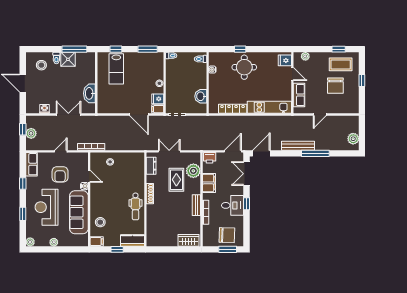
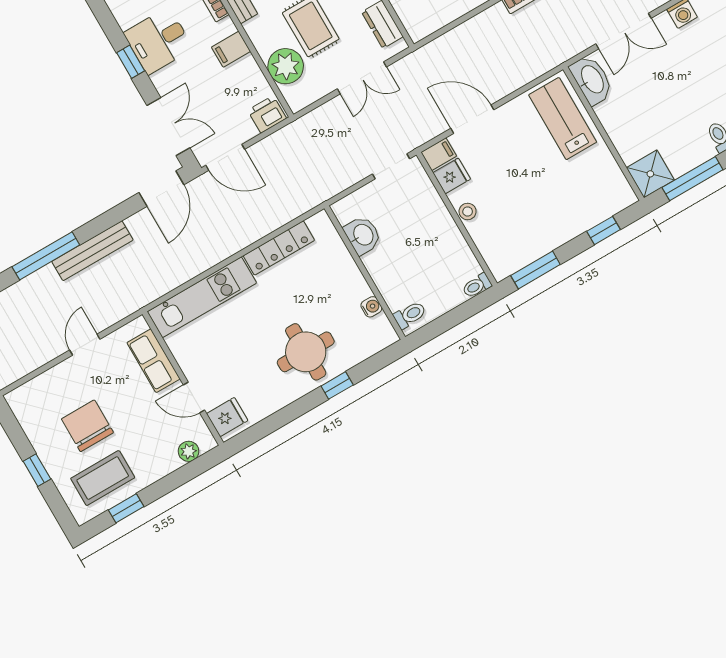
shower: (68, 59) -> (650, 174), moved
lab bench: (116, 69) -> (563, 119), moved
washbasin: (89, 93) -> (592, 80), moved
door: (233, 151) -> (225, 157), hinge flipped
filing cabinet: (209, 183) -> (231, 49), width x0.50

